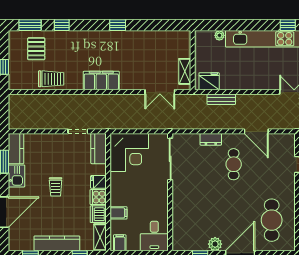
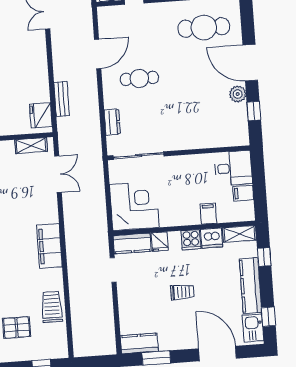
dresser: (211, 139) -> (112, 122), moved
kitchen sink: (16, 176) -> (253, 328), moved, turned -90
fridge: (98, 182) -> (160, 242), moved
filing cabinet: (120, 243) -> (243, 193), moved

